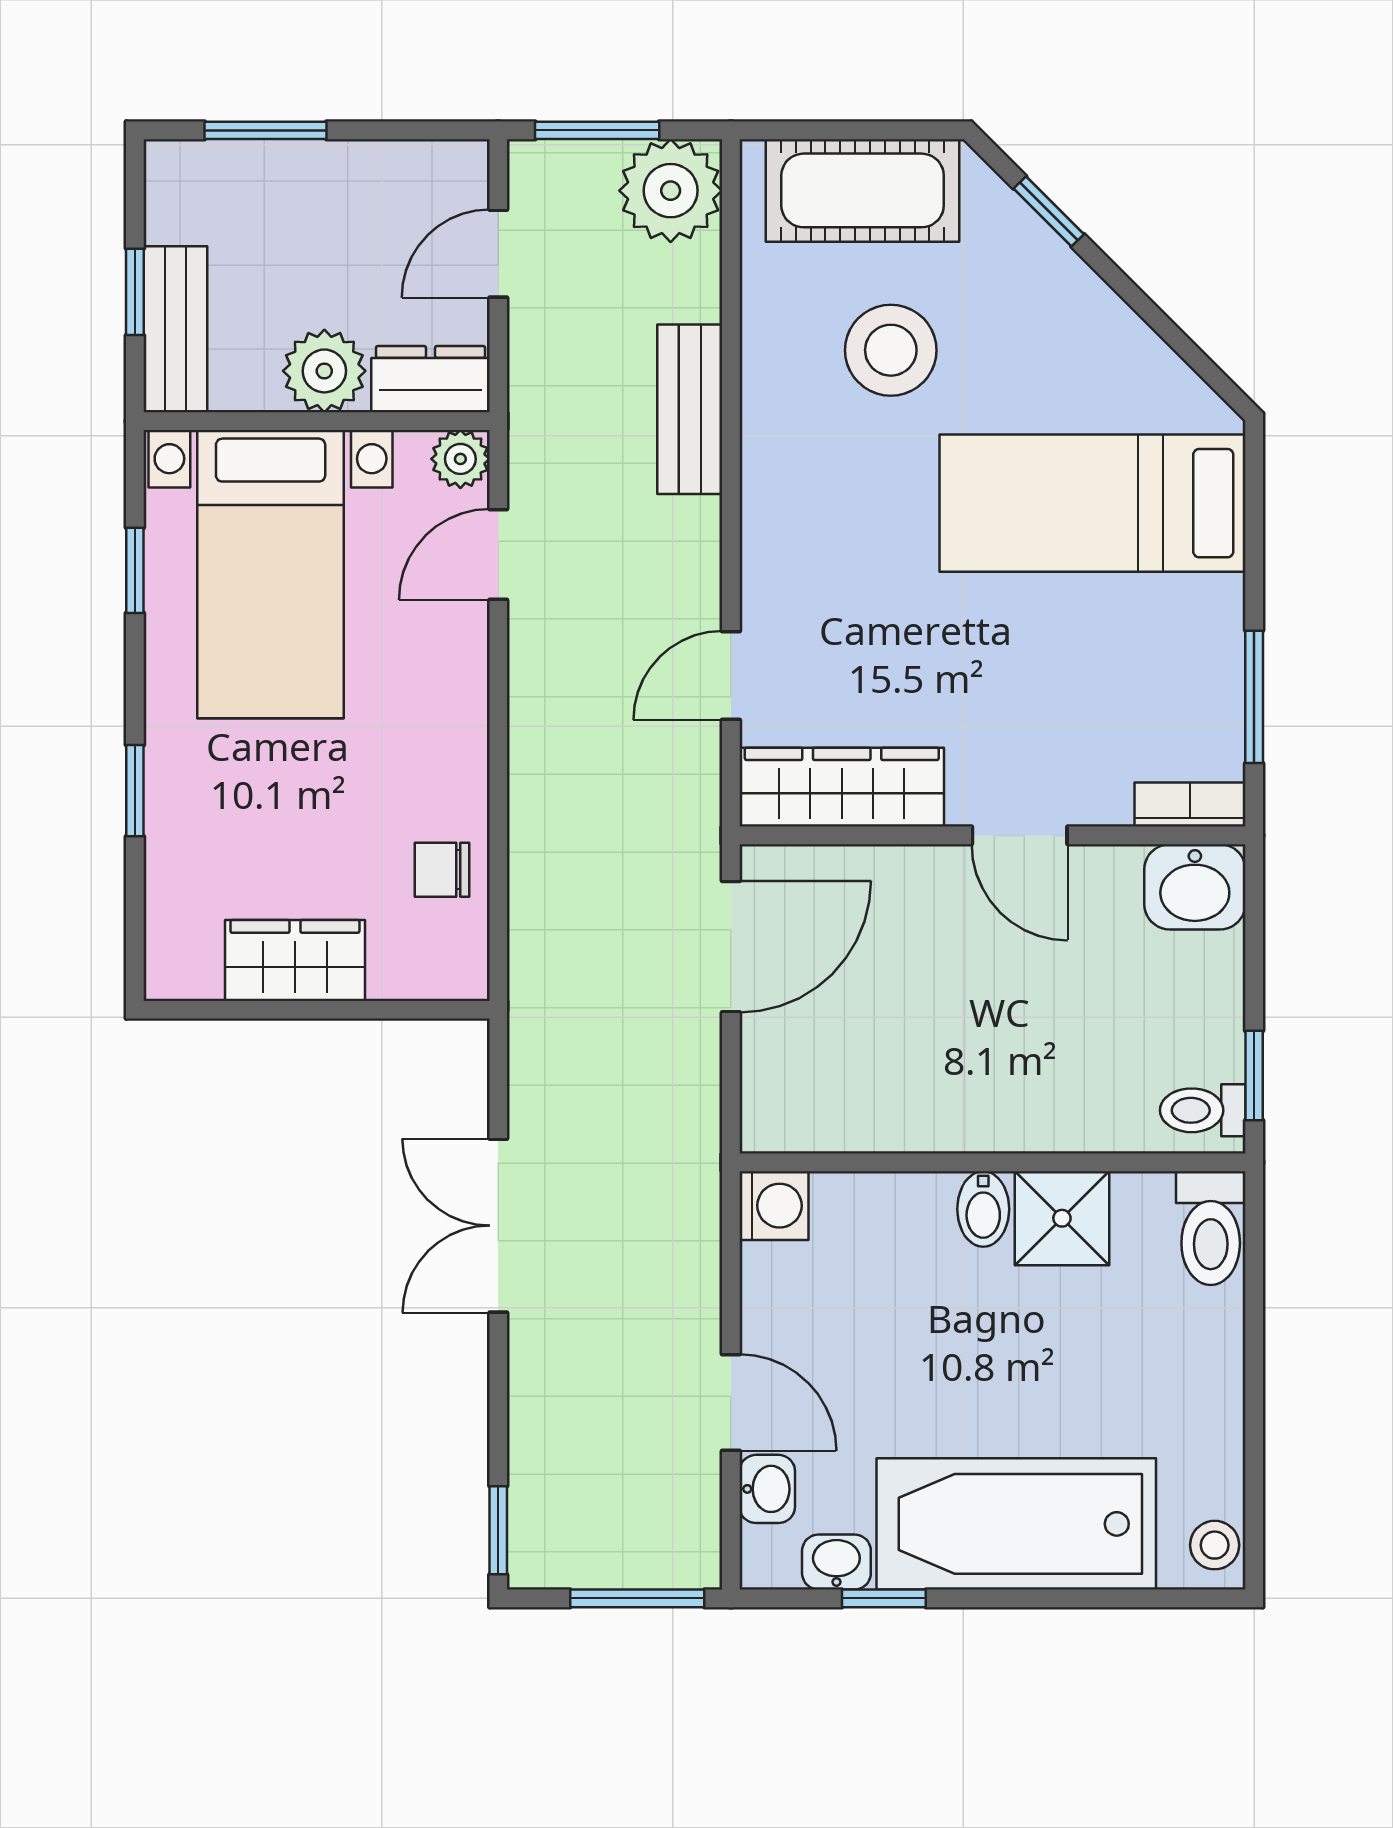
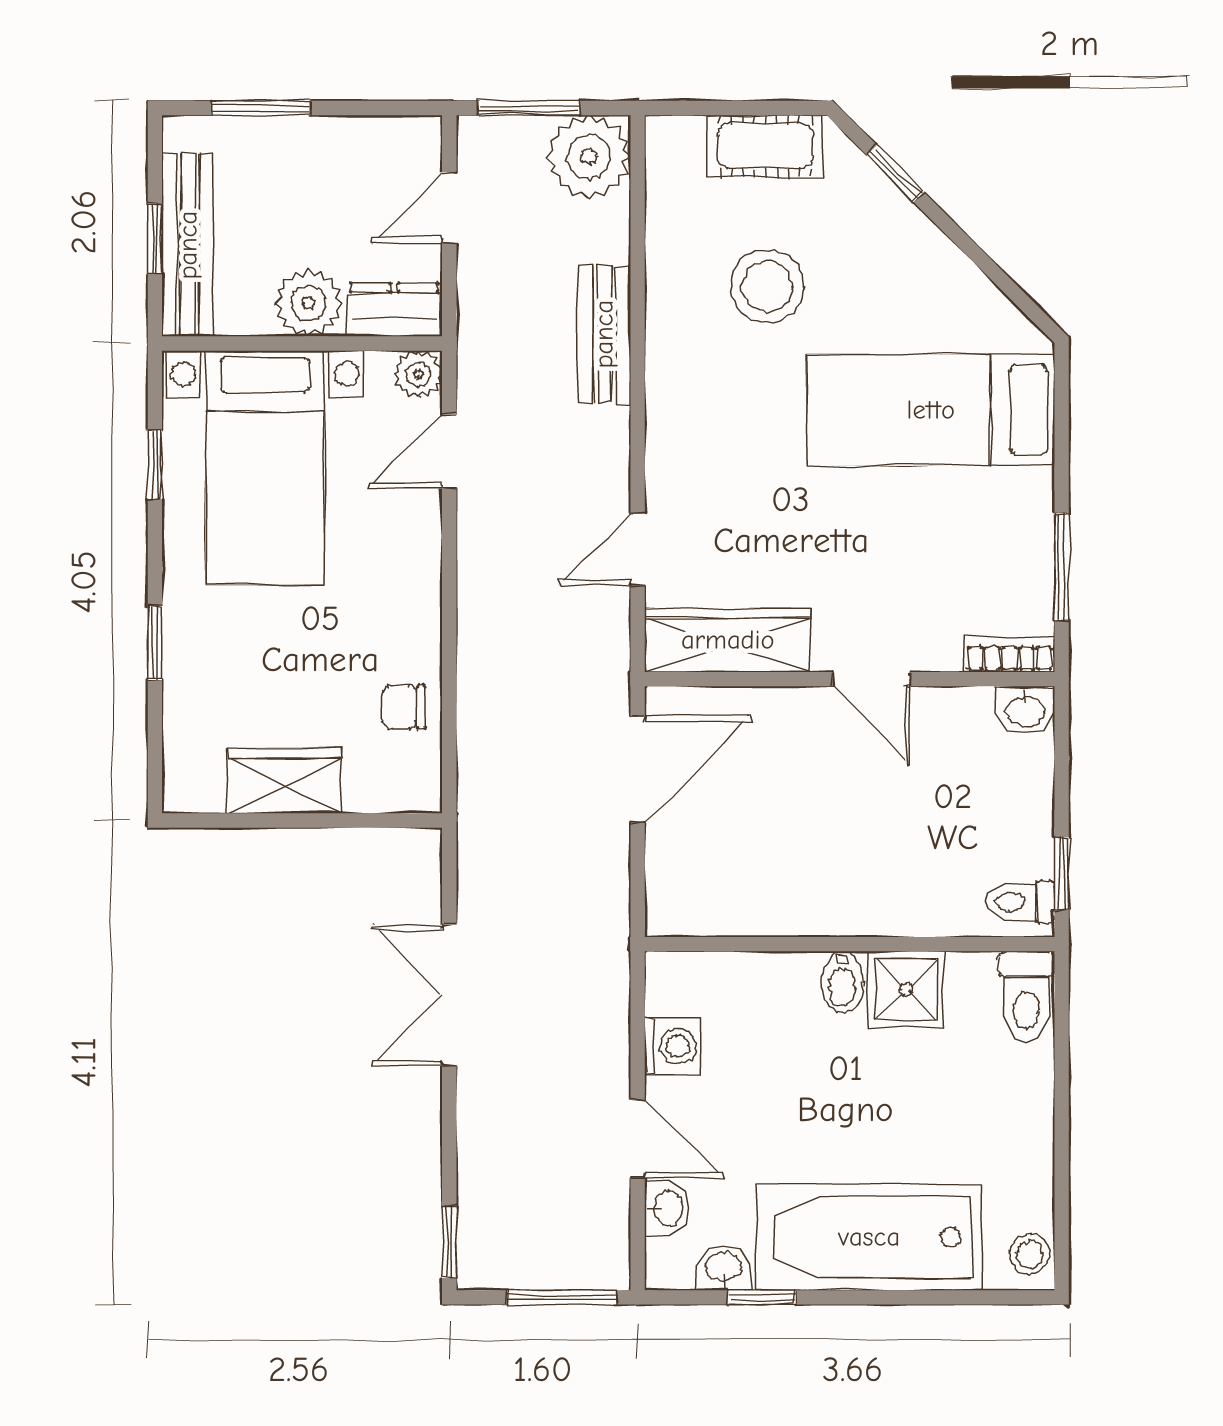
cot: (863, 190) -> (765, 146), width x0.73, depth x0.75
bench: (175, 329) -> (188, 245), width x1.36
washbasin: (1195, 887) -> (1025, 710), width x0.72, depth x0.69
washing machine: (774, 1206) -> (673, 1046), moved

